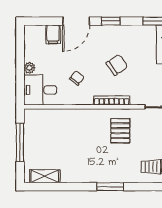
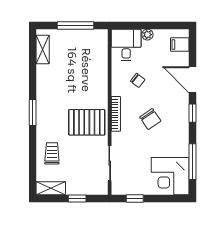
filing cabinet: (53, 34) -> (180, 45), moved
pallet: (120, 131) -> (87, 122), width x1.50, depth x1.42

